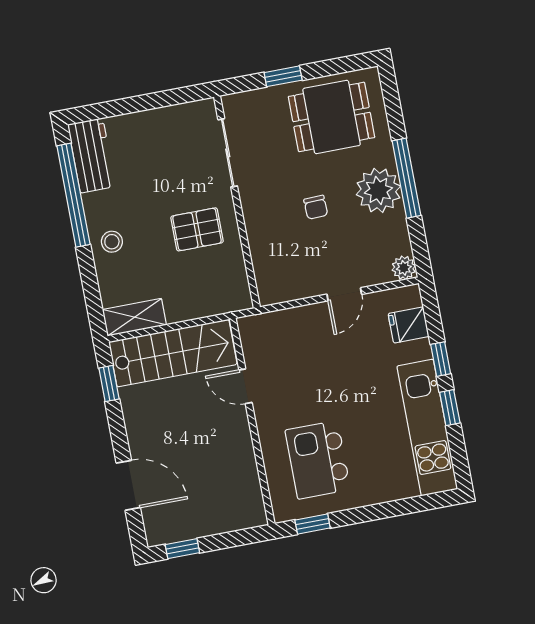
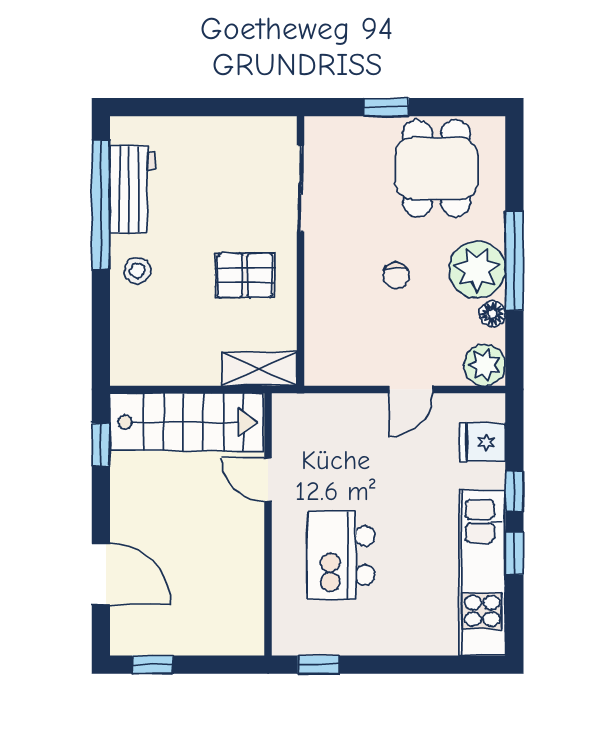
dining table: (332, 117) -> (437, 168), turned 90
workbench: (92, 155) -> (132, 189), moved
floor lamp: (397, 223) -> (492, 314), added
plant: (404, 268) -> (485, 365), width x1.38, depth x1.38
shelving: (134, 317) -> (259, 369), moved
kitchen island: (318, 460) -> (341, 555), moved

